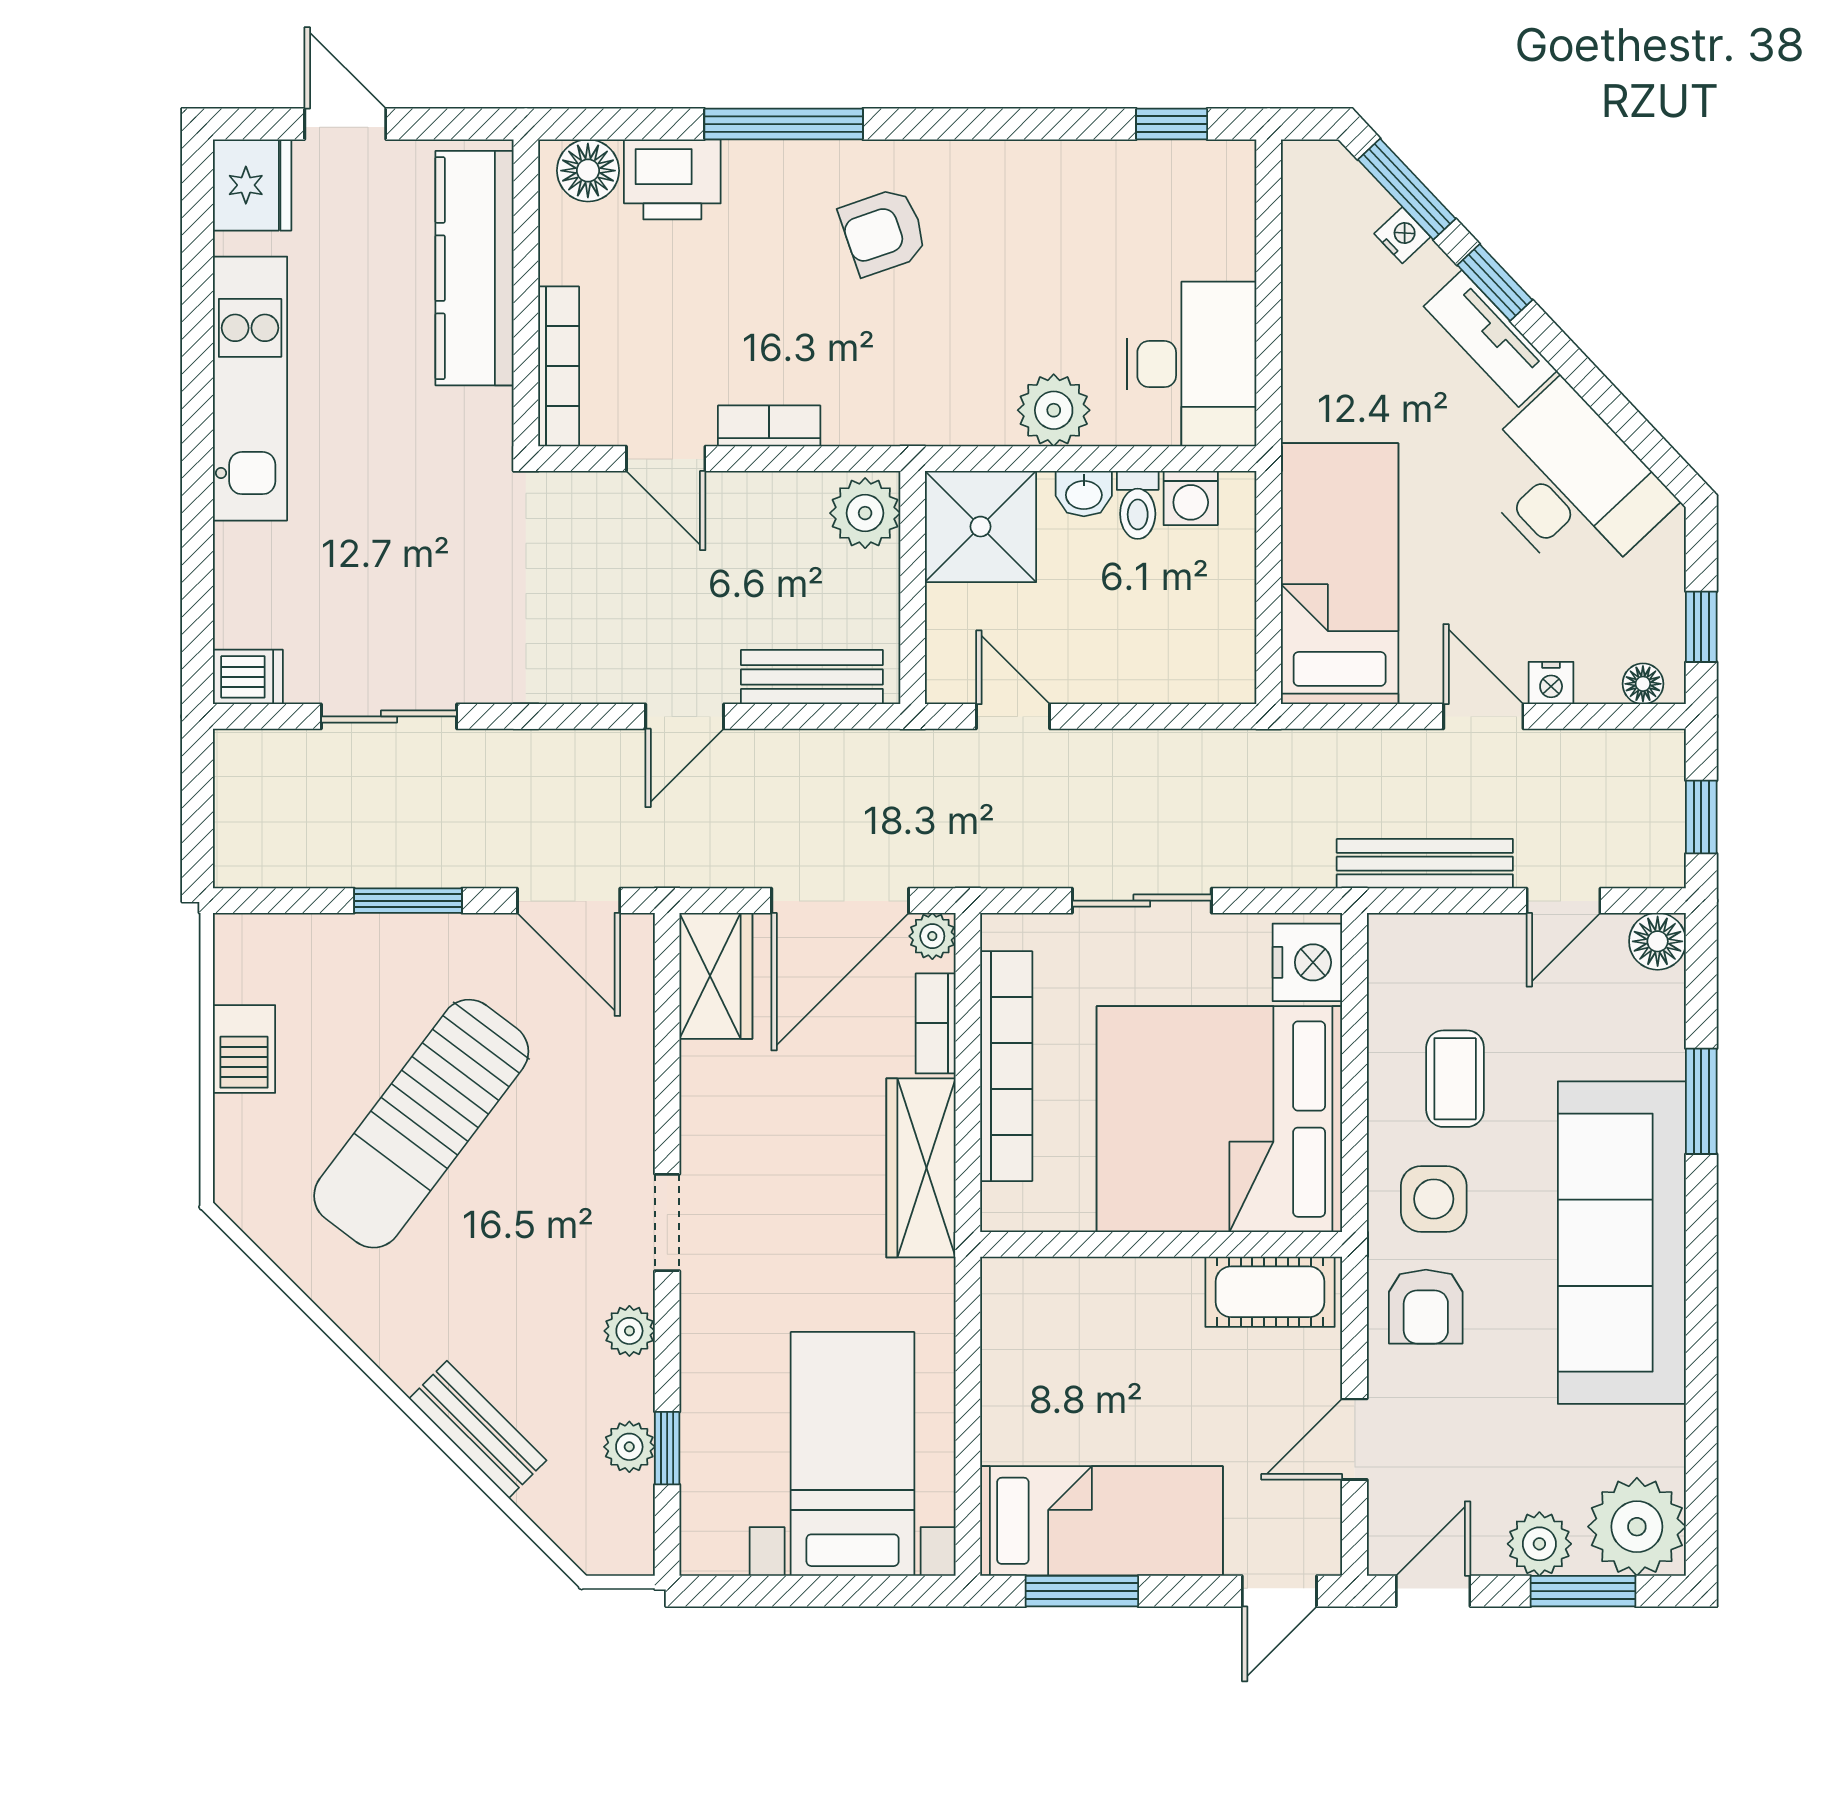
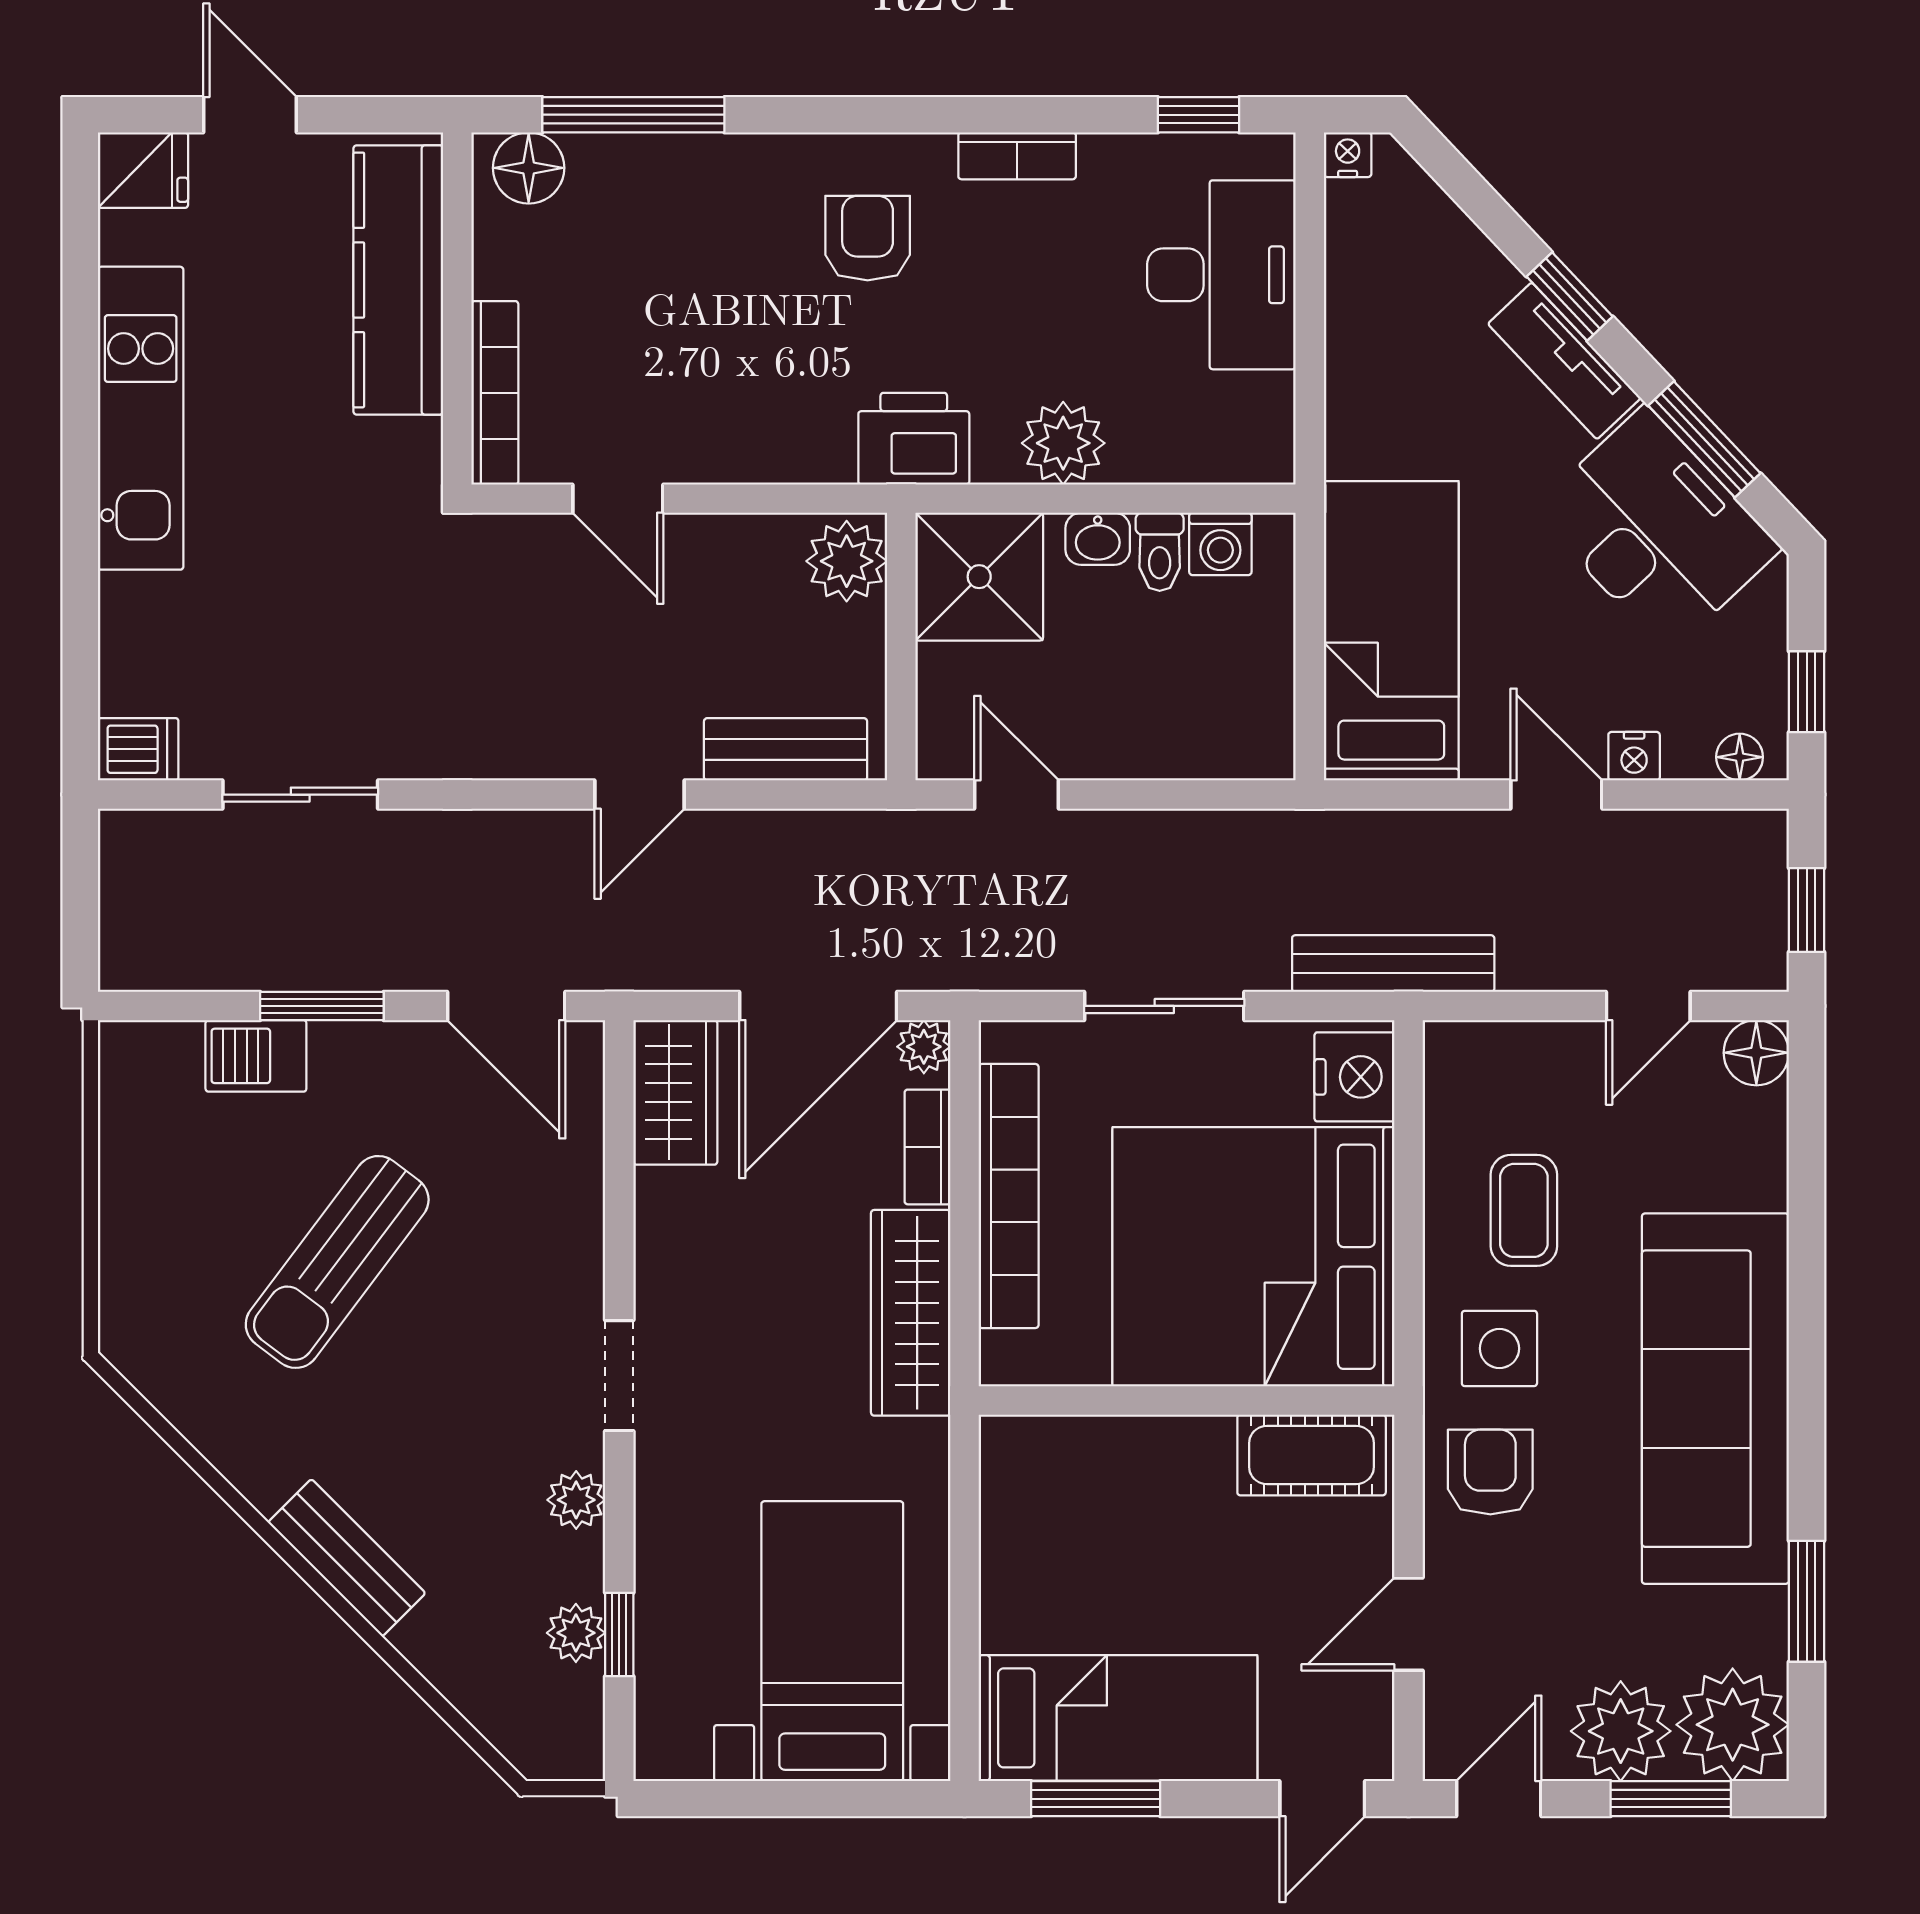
window: (784, 124) -> (633, 115), moved
printer: (672, 179) -> (914, 439), moved, turned 180
fridge: (252, 185) -> (143, 170), width x0.72
window: (1407, 189) -> (1704, 439), moved
armchair: (883, 232) -> (868, 238), turned 109
nightstand: (1402, 235) -> (1348, 155), moved, turned -47
desk: (1192, 364) -> (1221, 275), moved
bookcase: (769, 426) -> (1017, 156), moved, turned 180
bench: (1425, 864) -> (1393, 964), moved
barbecue: (244, 1049) -> (256, 1056), moved, turned 90
window: (1701, 1101) -> (1807, 1601), moved
sun lounger: (421, 1124) -> (337, 1262), width x0.73, depth x0.75
armchair: (1426, 1307) -> (1490, 1472), turned 180
bench: (478, 1429) -> (347, 1558), moved
plant: (1539, 1544) -> (1621, 1731), width x1.36, depth x1.36

